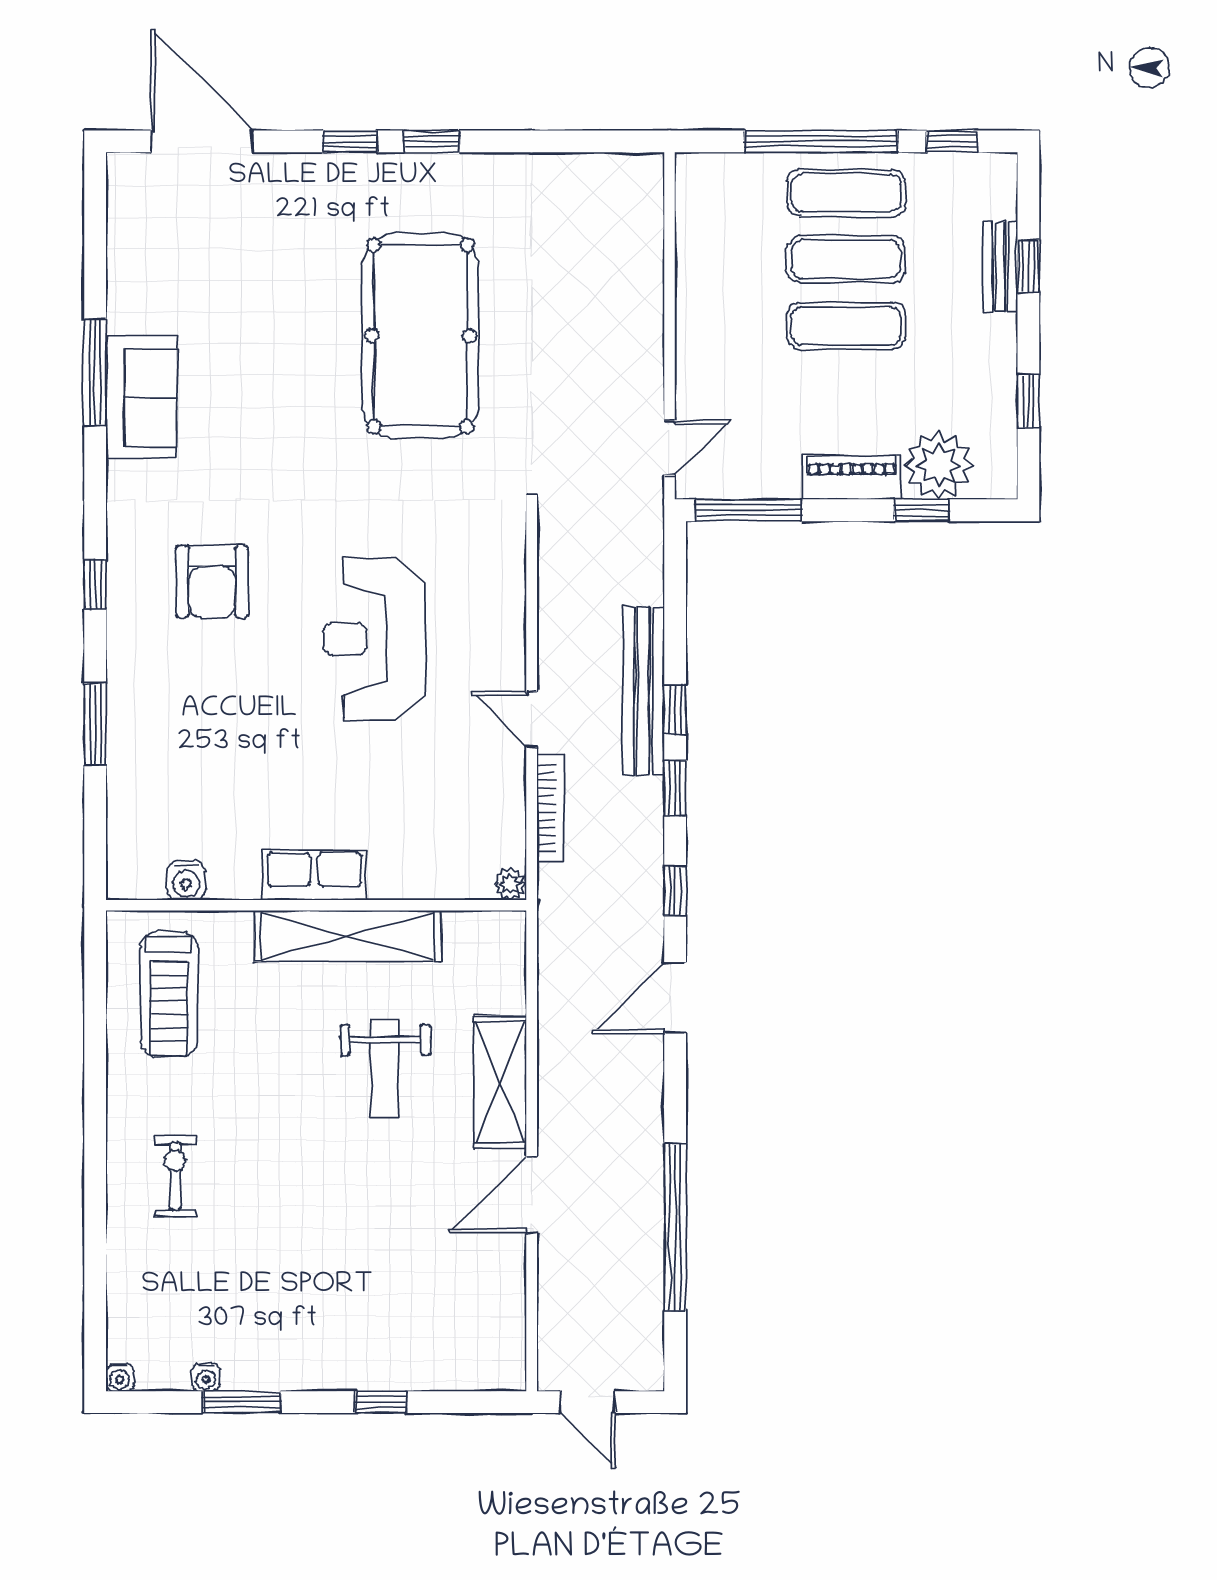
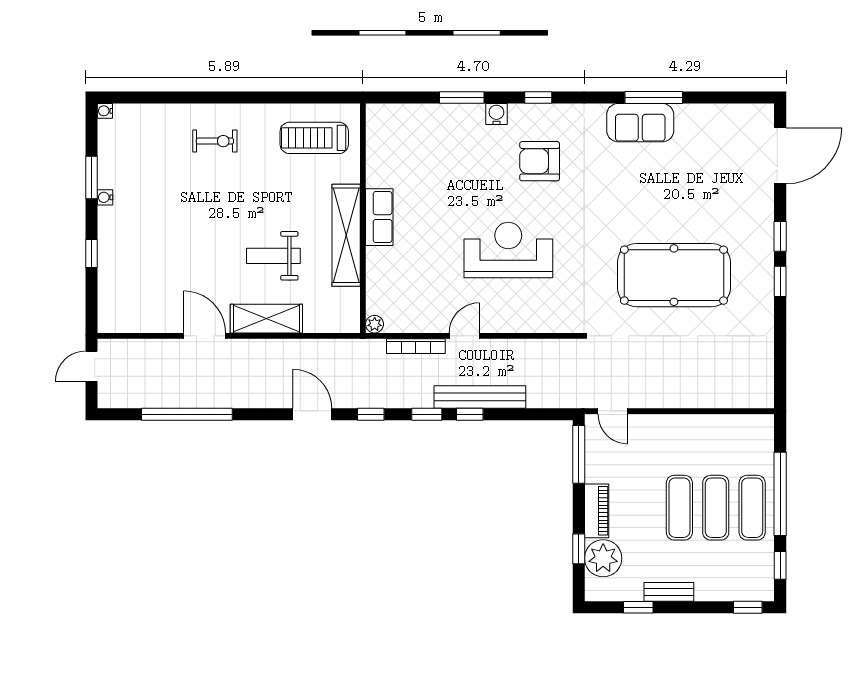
window: (1028, 266) -> (748, 607), moved
bench: (1000, 267) -> (669, 592), moved
water cooler: (186, 881) -> (496, 114), moved, turned 90
water cooler: (206, 1377) -> (105, 197), moved

